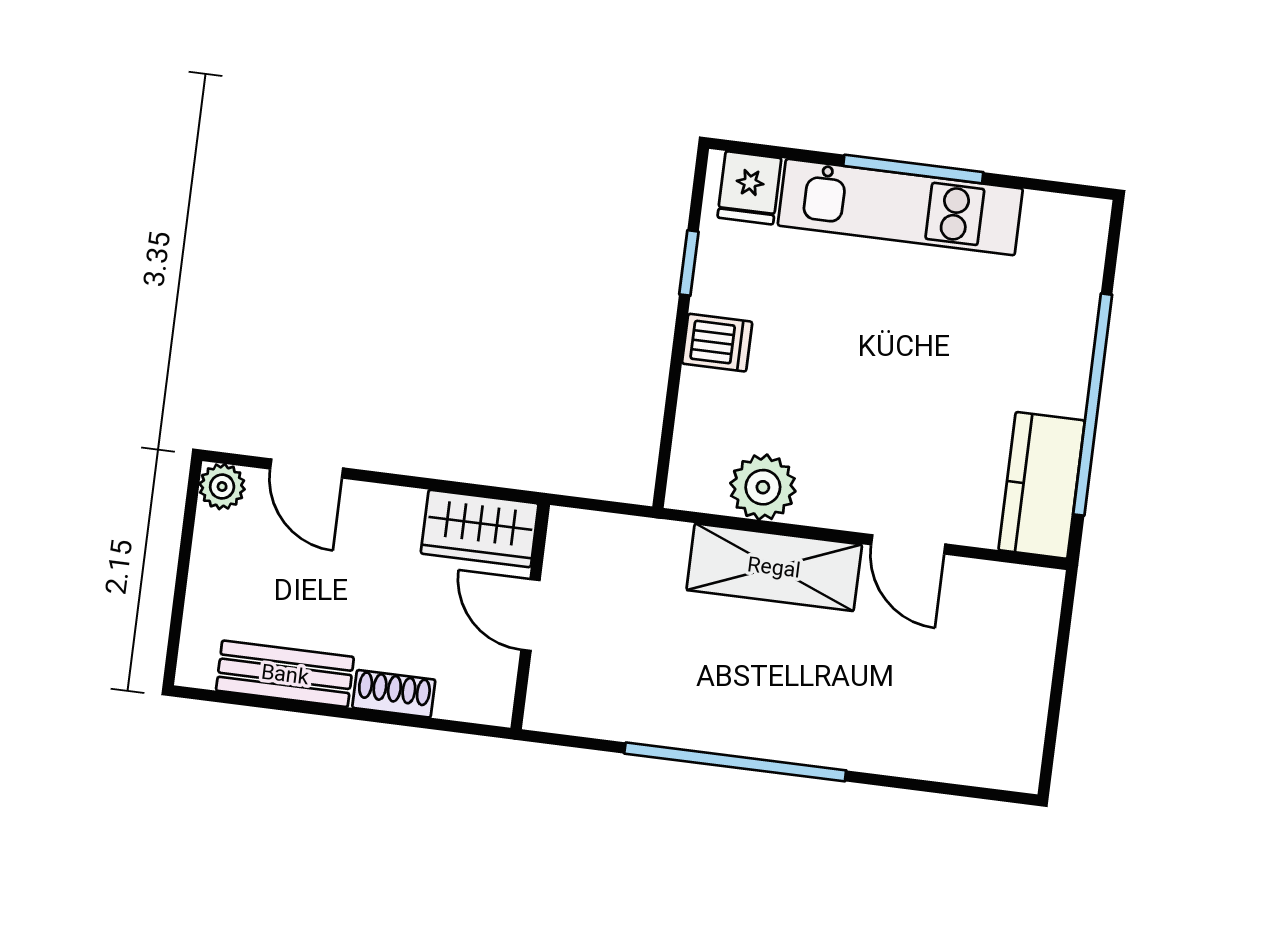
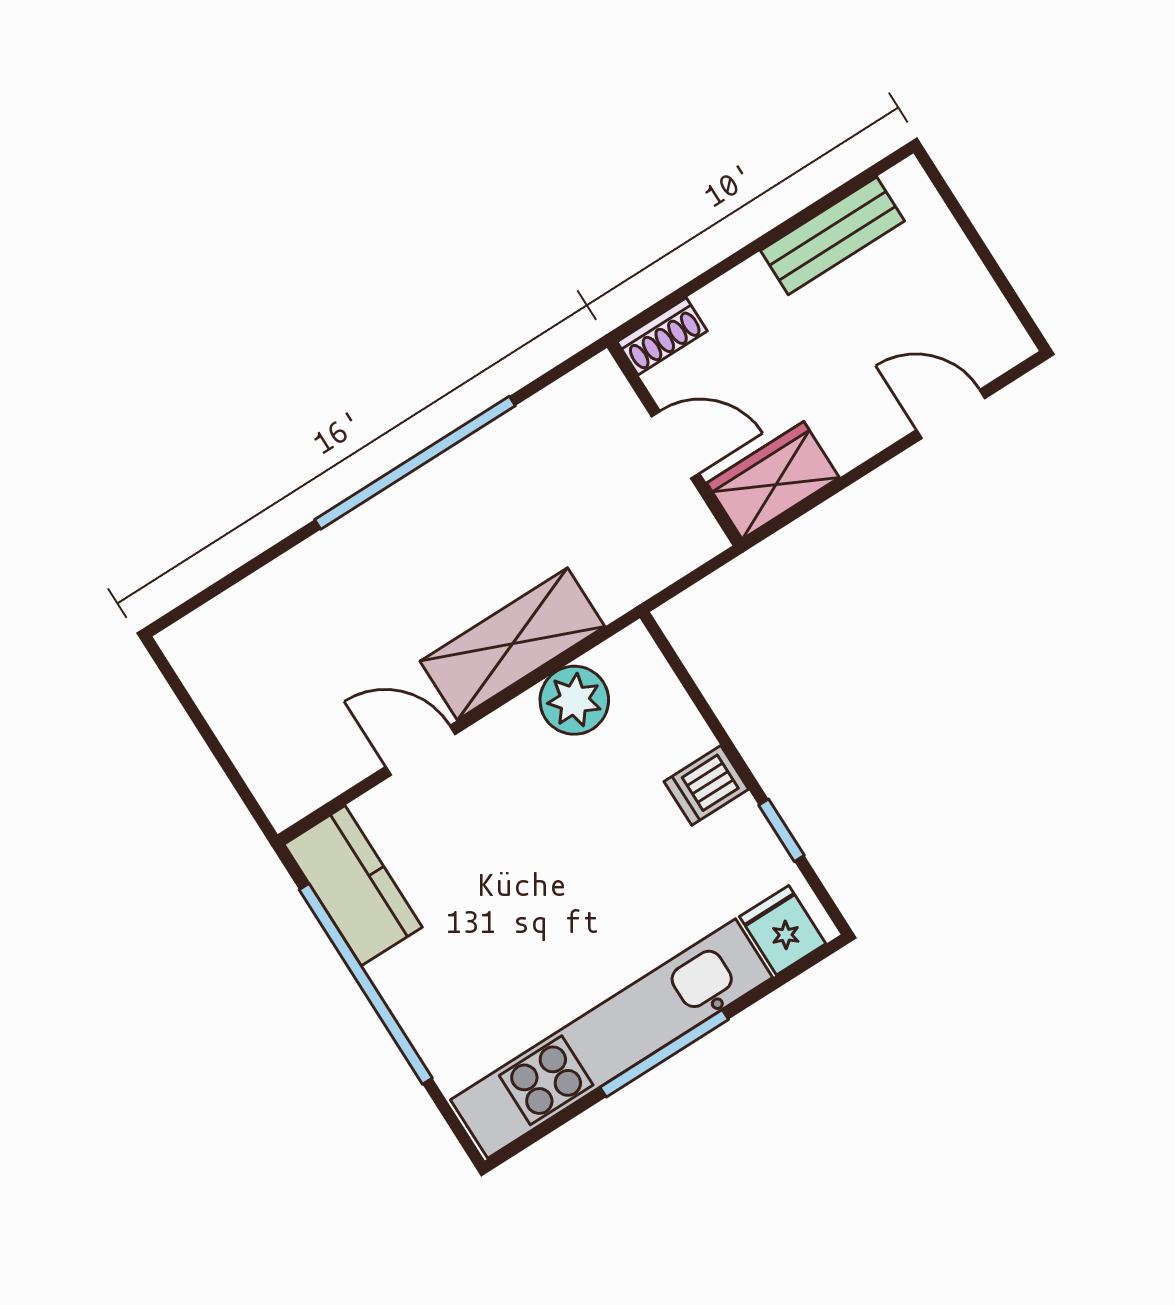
kitchen unit: (900, 207) -> (612, 1039), width x1.36
plant: (222, 487) -> (1006, 344), removed
shoe rack: (394, 694) -> (662, 336), moved

